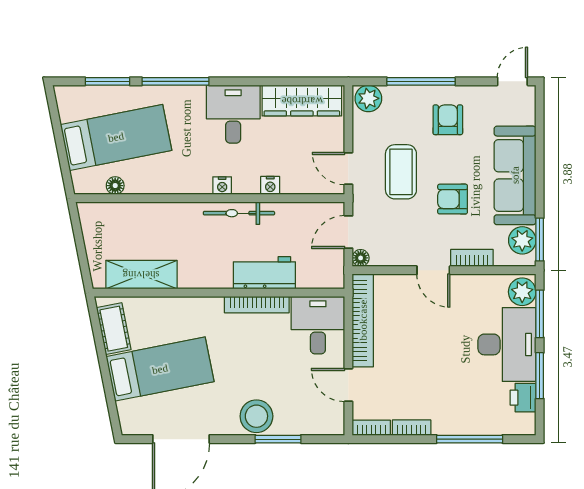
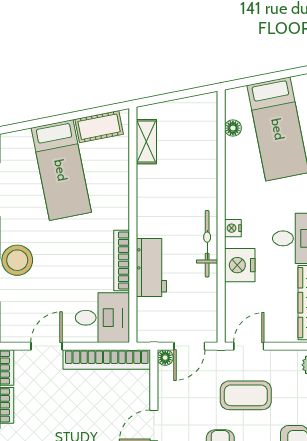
nightstand: (270, 185) -> (240, 265), width x1.89, depth x1.79
door: (348, 232) -> (189, 346), swing flipped
shelving: (141, 275) -> (146, 142), width x0.67, depth x0.75

